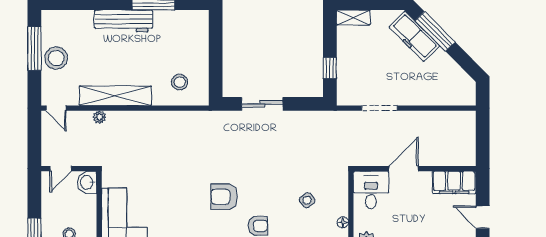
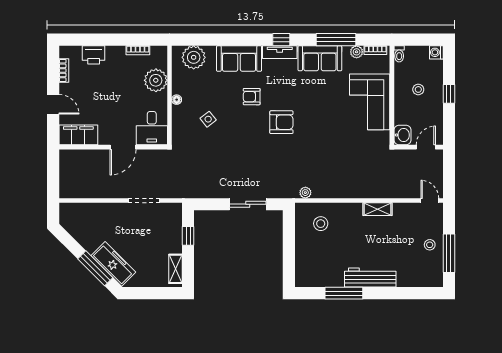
shelving: (353, 17) -> (175, 269), moved, turned 90
stool: (56, 58) -> (430, 245), width x0.53, depth x0.53
shelving: (115, 96) -> (377, 209), width x0.45, depth x0.75
plant: (99, 117) -> (305, 193), moved

